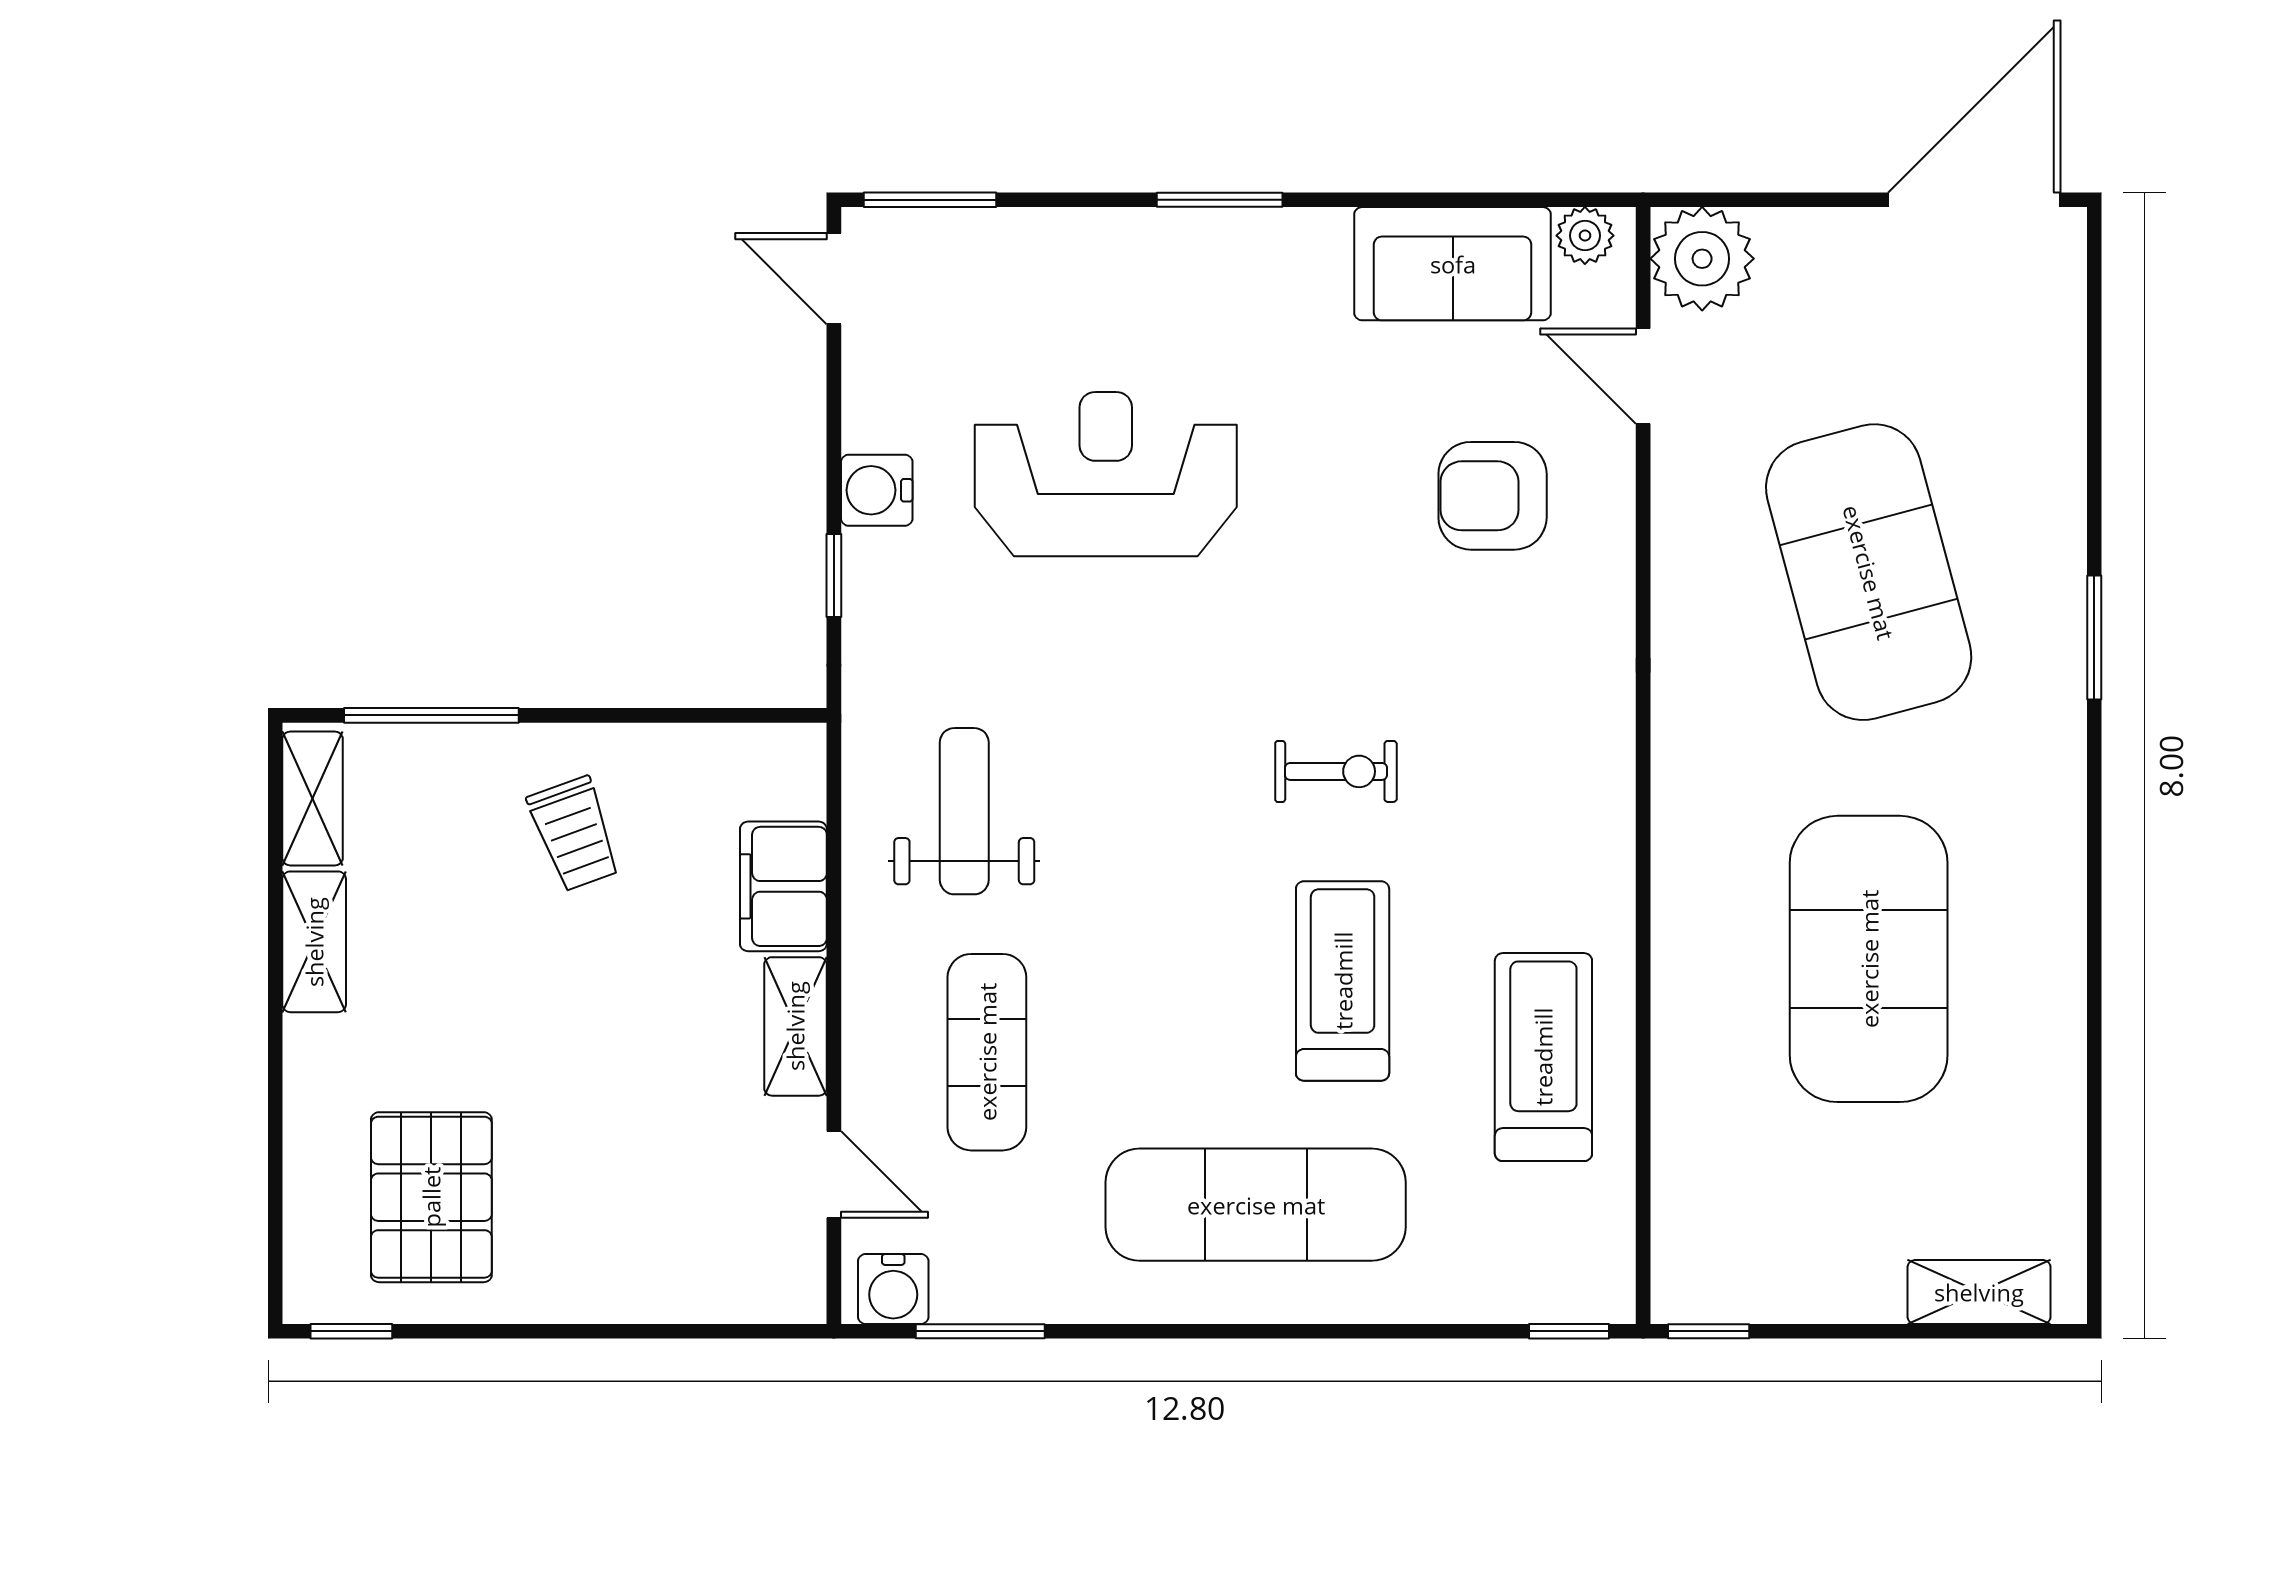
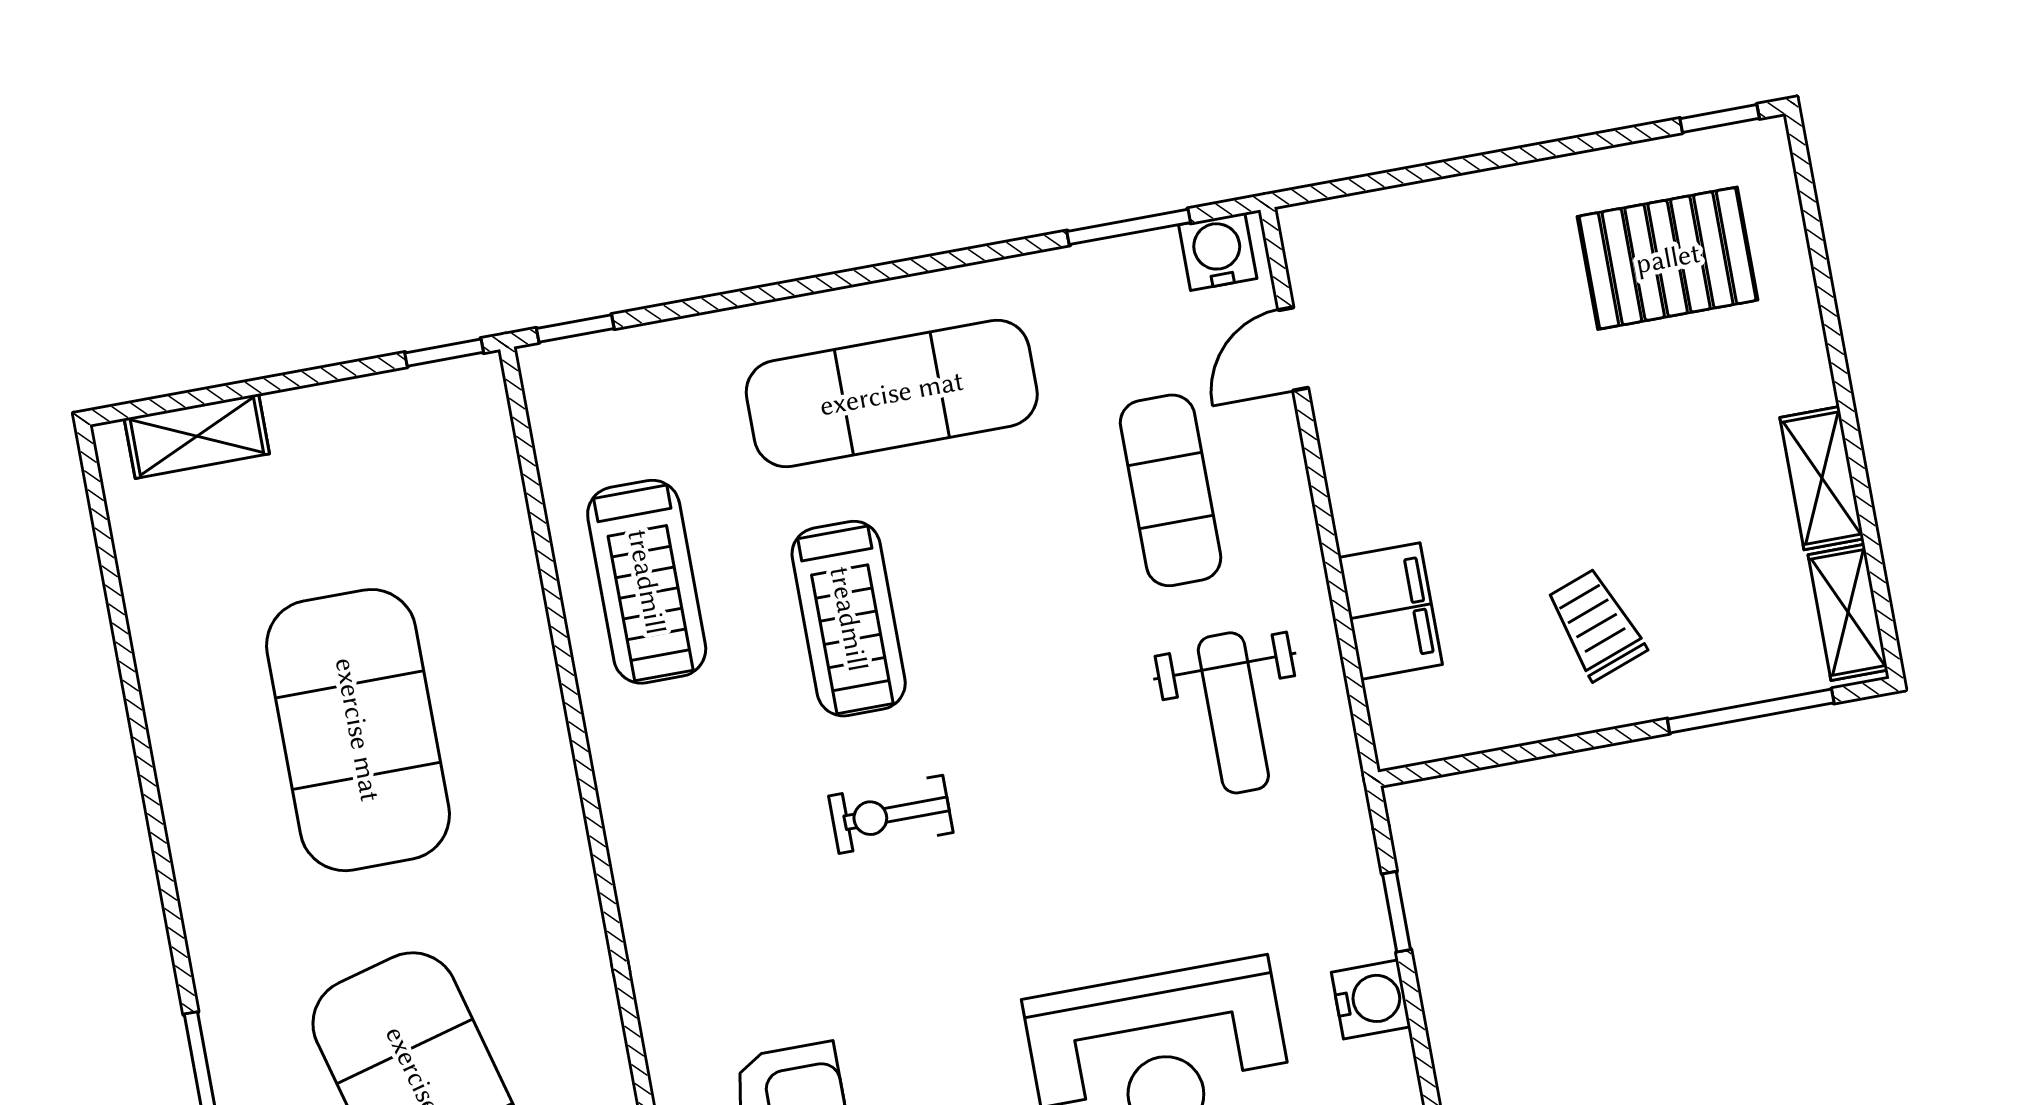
shelving: (795, 1026) -> (1355, 482), removed
door: (834, 1175) -> (1293, 349), hinge flipped
pallet: (431, 1197) -> (1668, 258), turned 90

